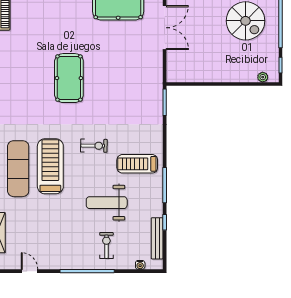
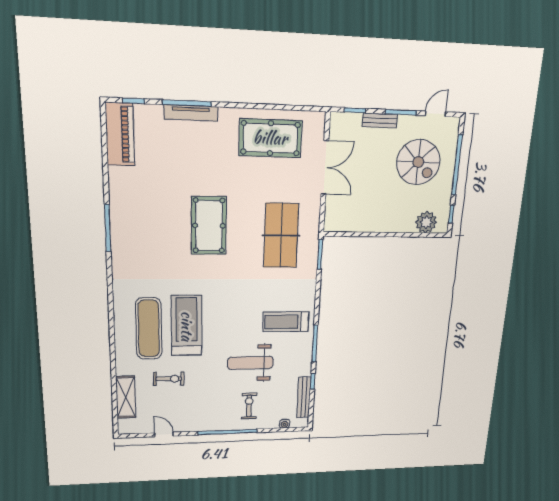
plant: (263, 77) -> (426, 222), width x1.88, depth x1.88
table tennis table: (130, 86) -> (281, 236), added
exercise bike: (94, 146) -> (169, 379), moved

